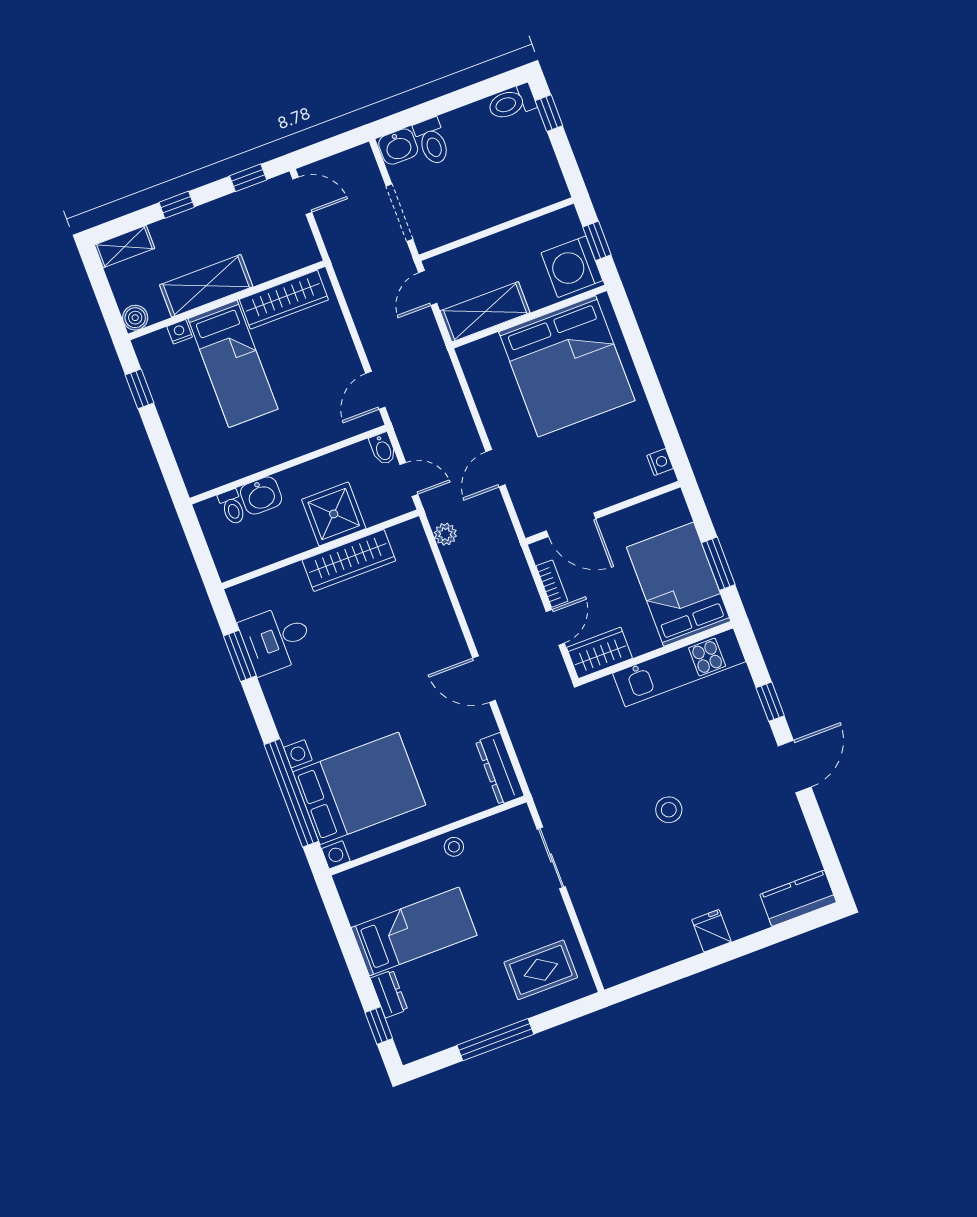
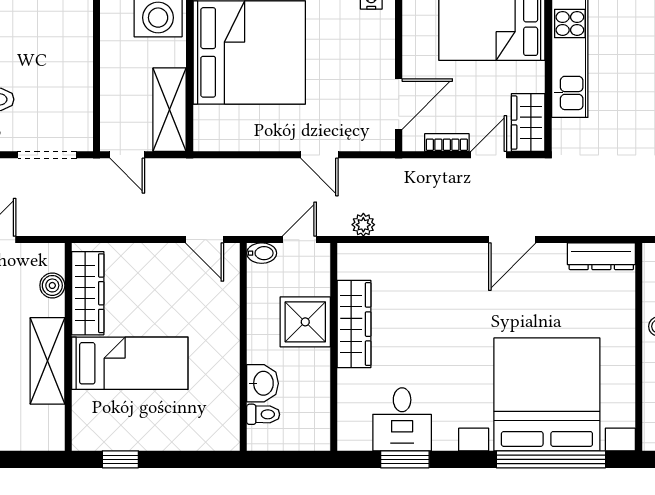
boiler: (135, 318) -> (52, 285), moved
nightstand: (180, 332) -> (81, 402), removed
door: (555, 627) -> (489, 155), hinge flipped
bed with nightstands: (359, 788) -> (547, 394), width x1.36

